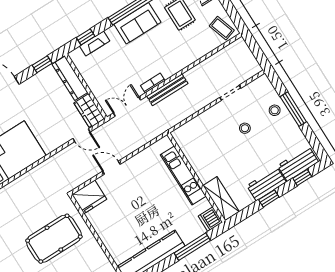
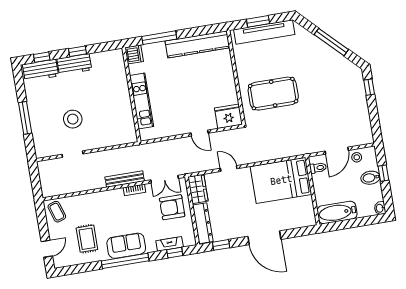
armchair: (107, 81) -> (172, 207), added
stool: (275, 110) -> (41, 124), removed
stool: (245, 128) -> (73, 119), width x1.89, depth x1.89
door: (81, 135) -> (229, 169), moved
shelving: (221, 199) -> (118, 68), removed

